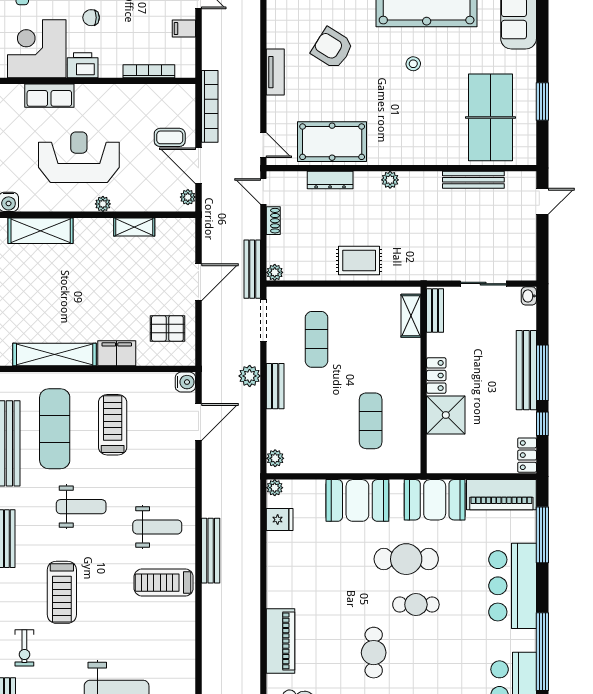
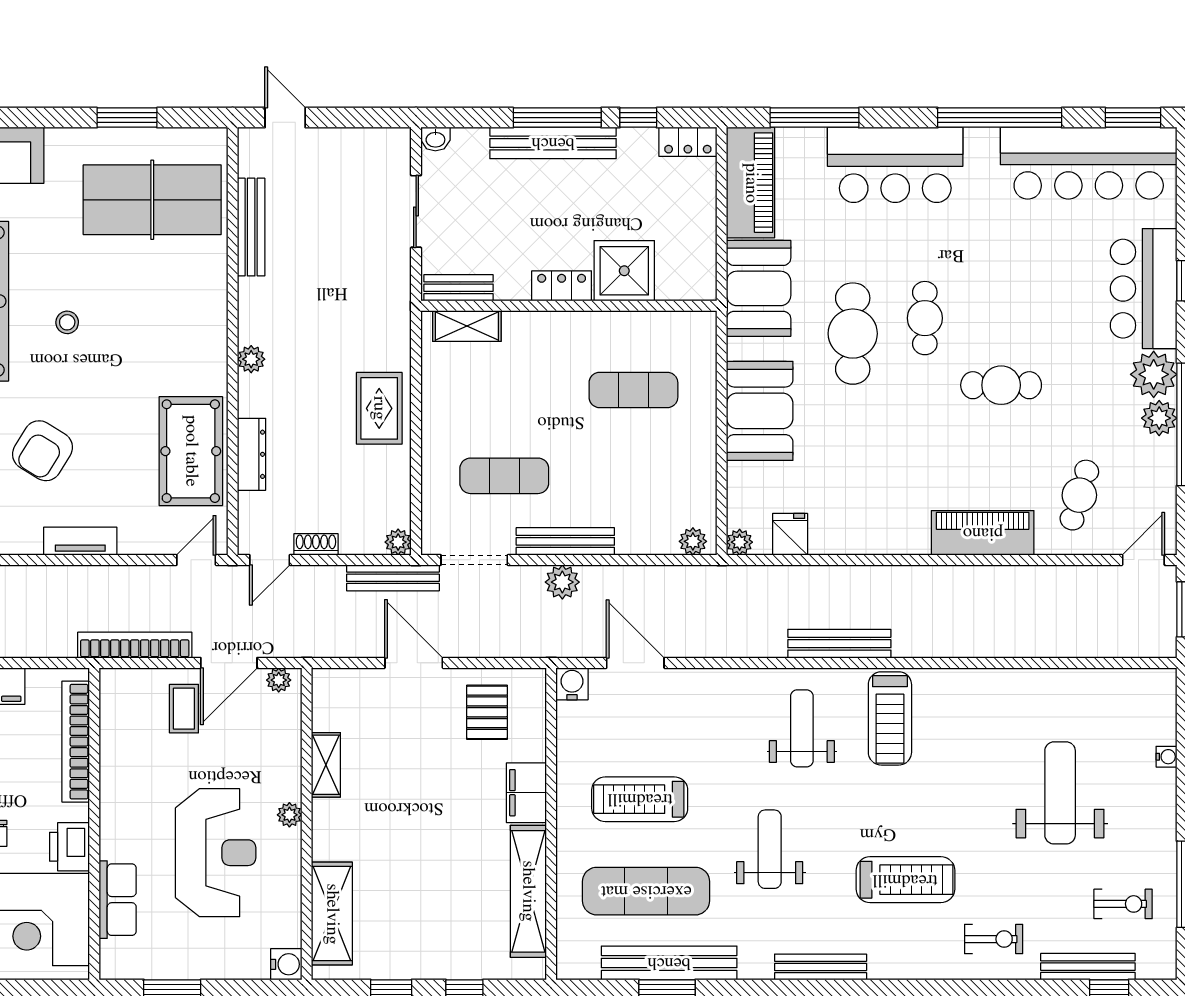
bookcase: (149, 71) -> (76, 742), width x1.48, depth x1.31
reception desk: (79, 157) -> (216, 853), turned 180
bench: (275, 386) -> (565, 541), width x1.36

